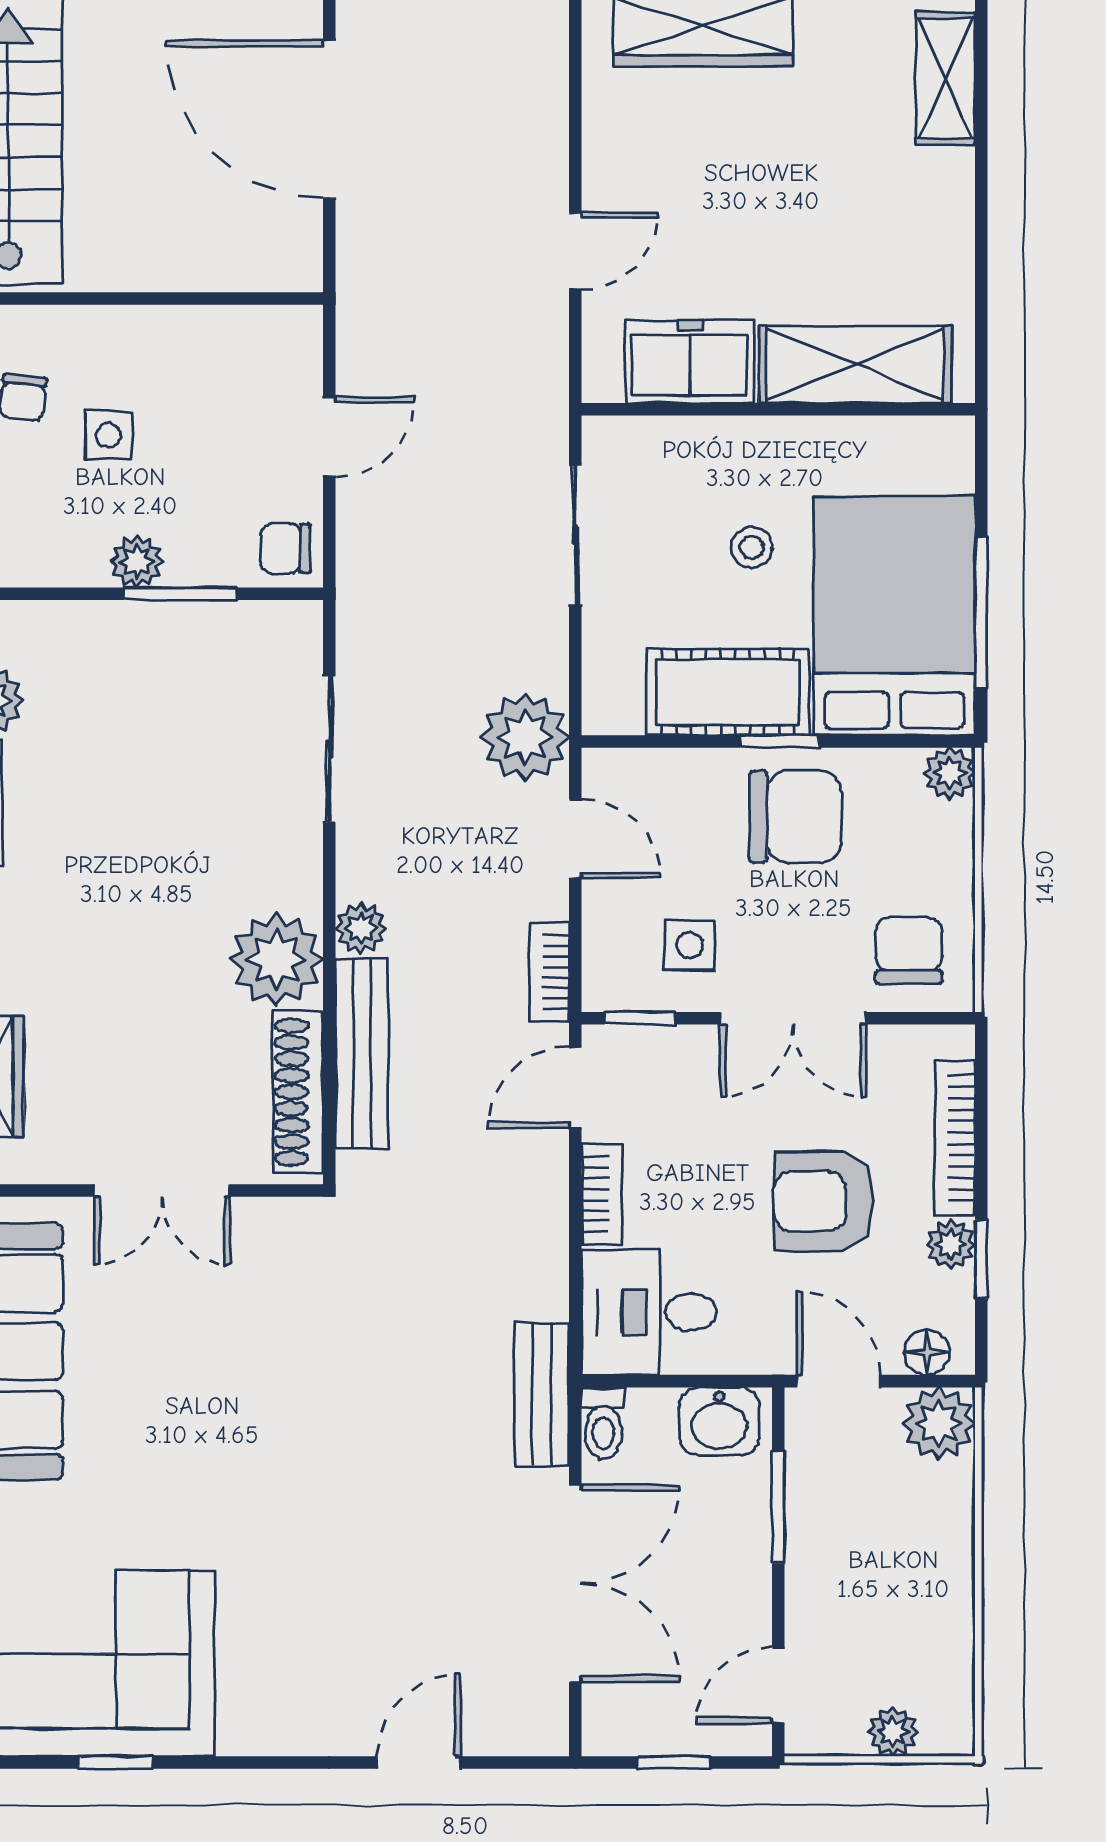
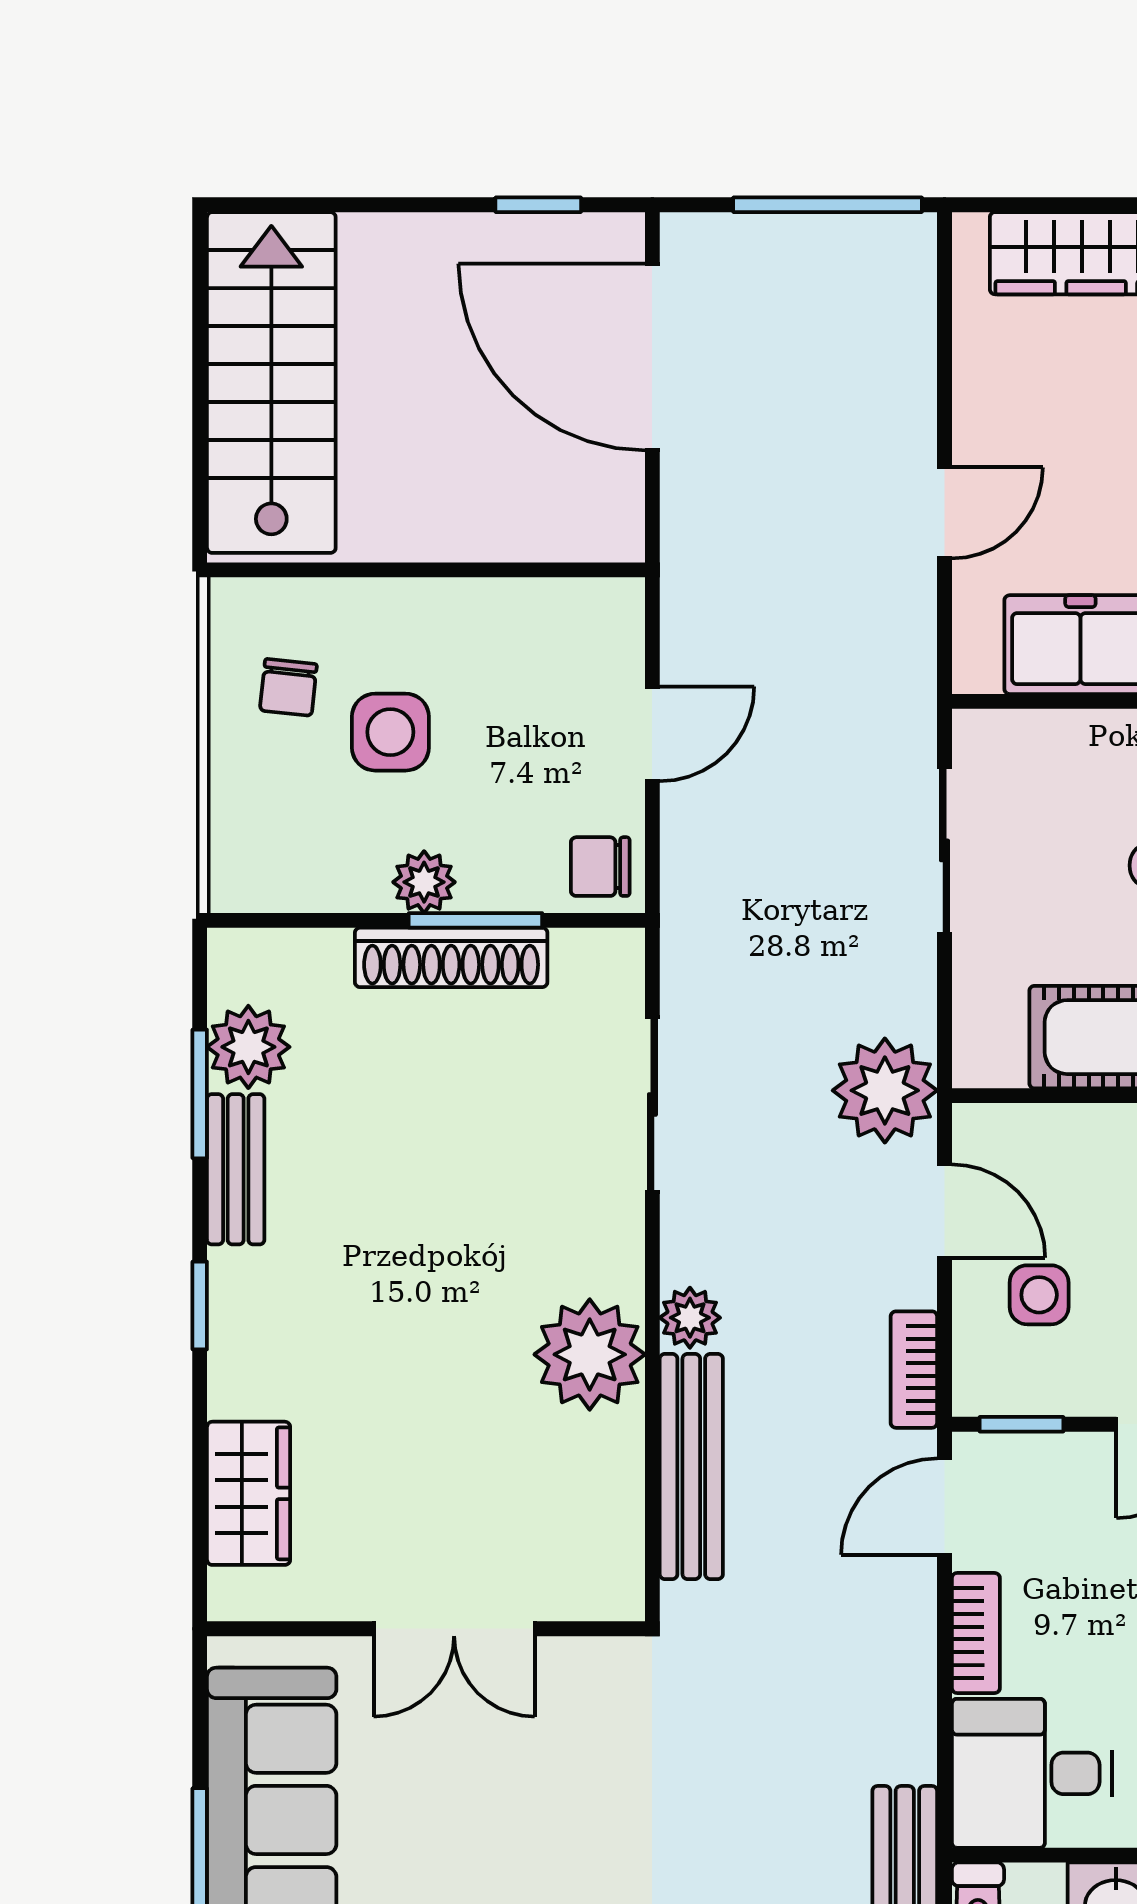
side table: (109, 435) -> (390, 732), width x1.37, depth x1.37
side table: (690, 945) -> (1039, 1295), moved
shoe rack: (298, 1092) -> (451, 957), moved, turned -90

